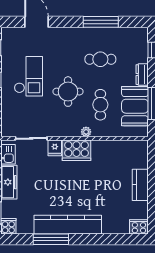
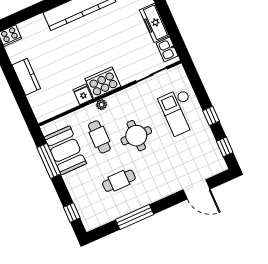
dresser: (142, 75) -> (72, 184), removed
checkout: (28, 76) -> (179, 112), moved
fridge: (55, 148) -> (83, 94), moved

